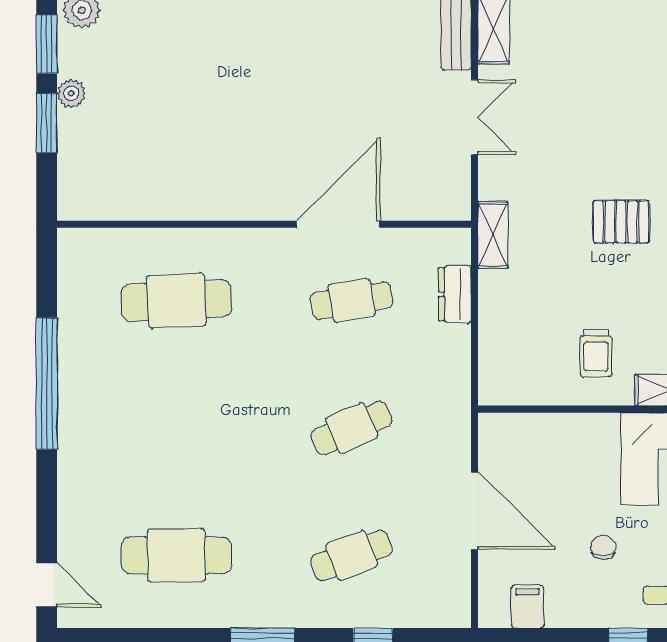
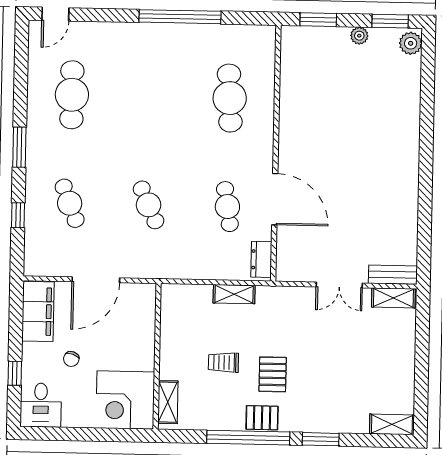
window: (47, 123) -> (318, 20), moved
shelving: (493, 235) -> (234, 294), moved
dresser: (455, 294) -> (261, 259), moved, turned -90
trolley: (596, 353) -> (223, 362), moved
chair: (603, 547) -> (71, 359), turned 109
filing cabinet: (527, 607) -> (38, 311), width x3.00, depth x1.17

